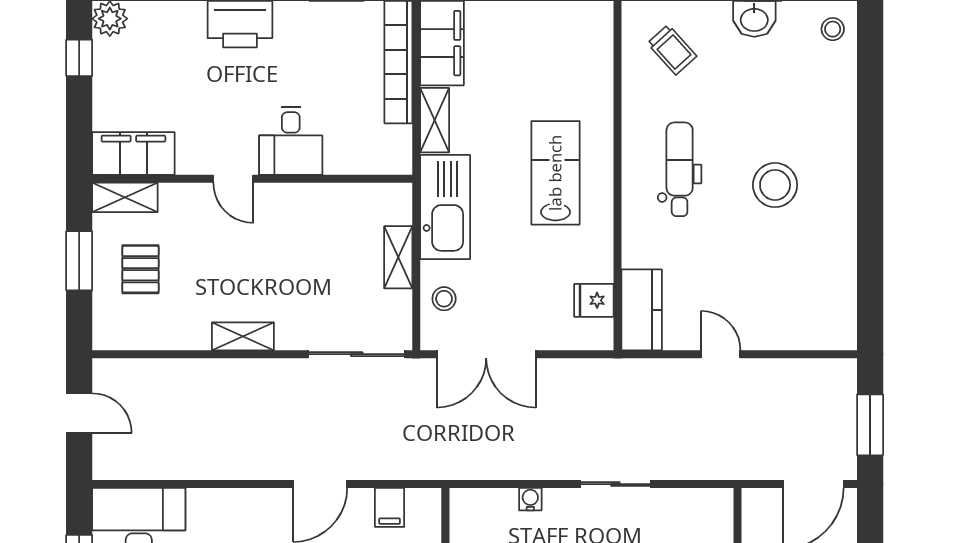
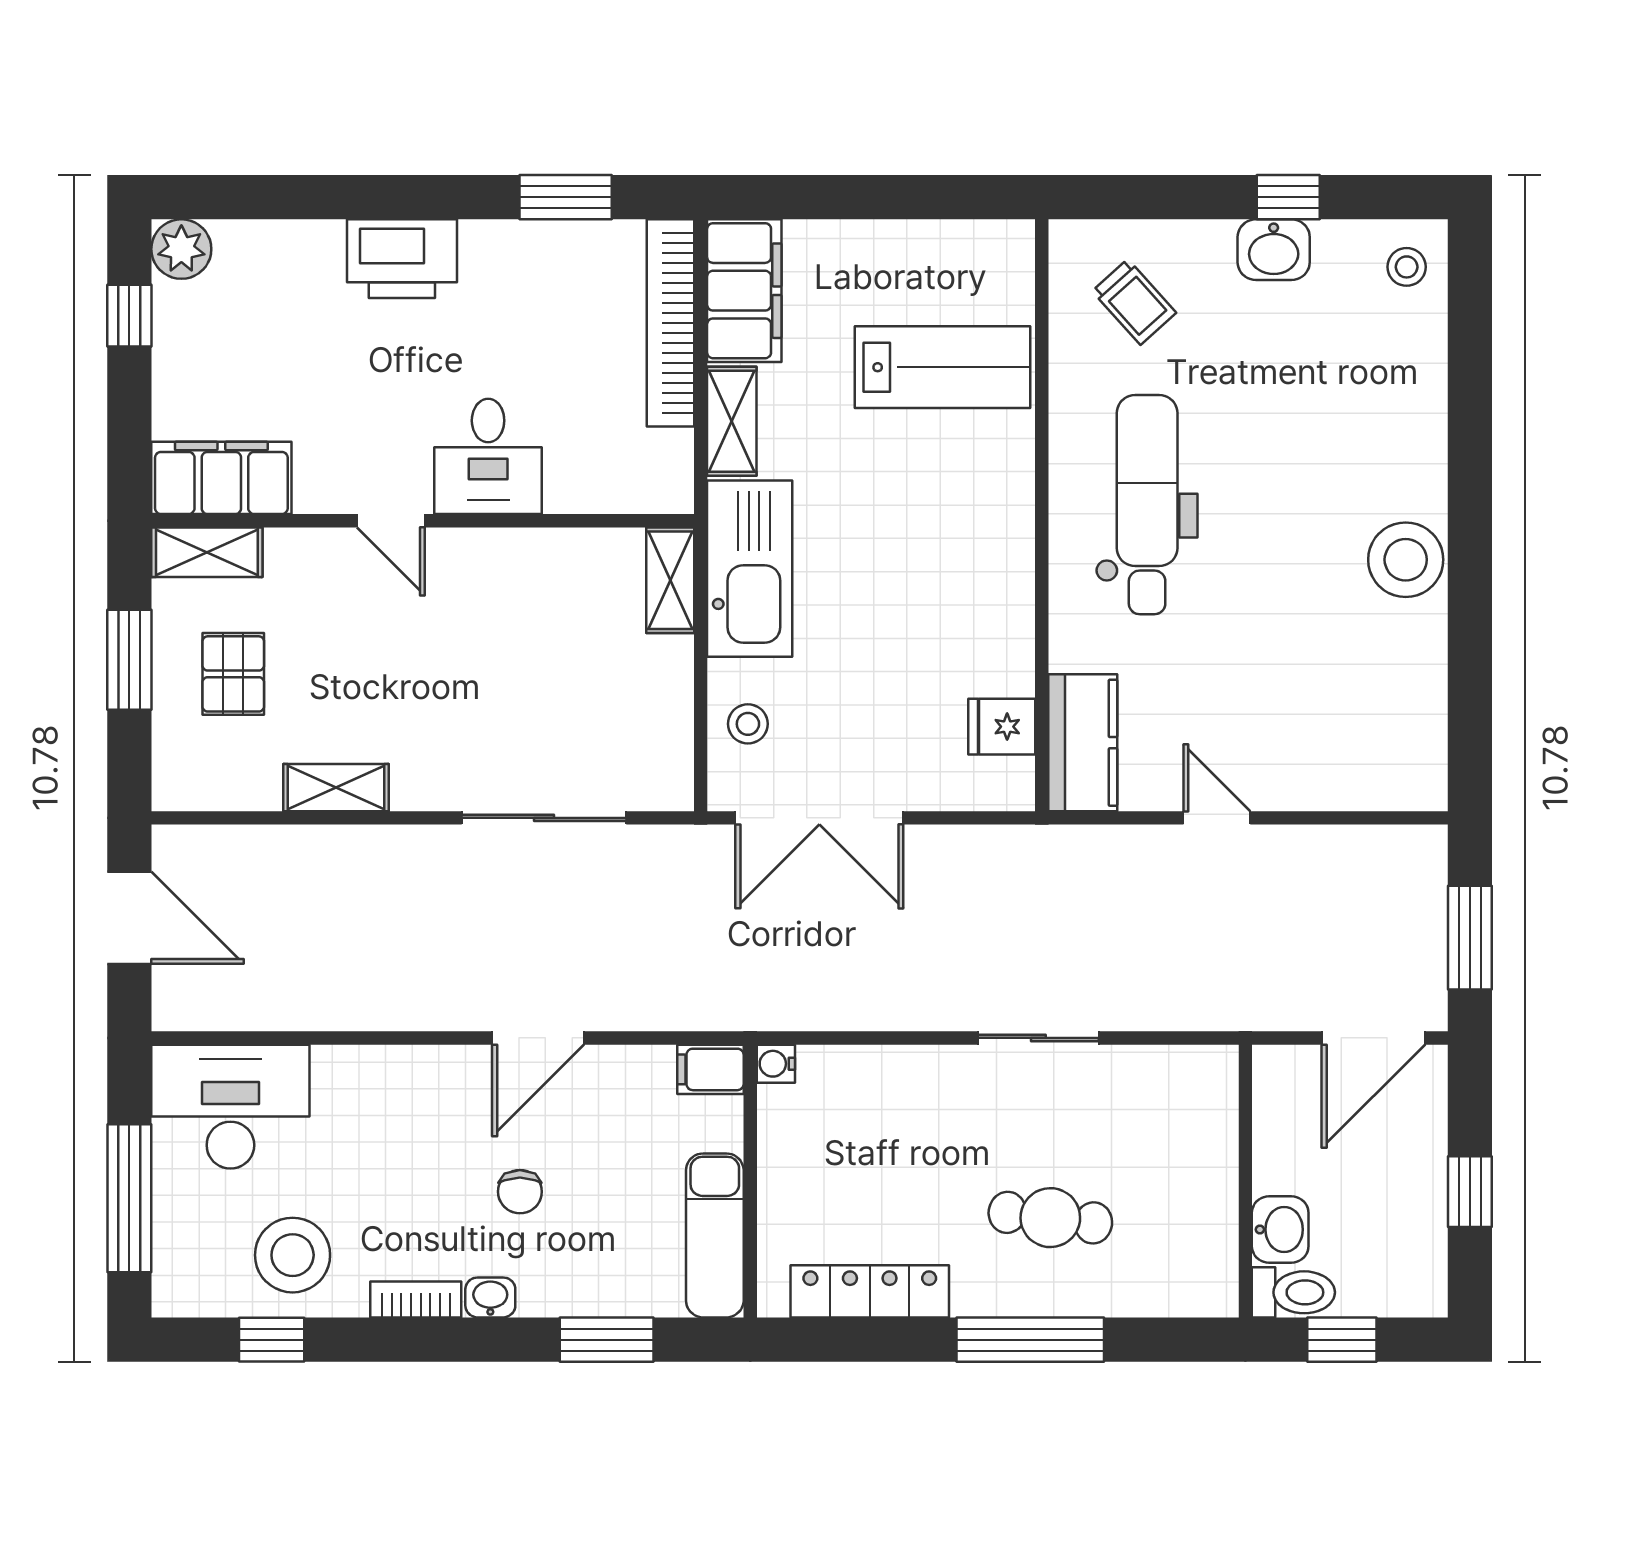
dental chair: (680, 169) -> (1147, 505), width x1.36, depth x1.38
lab bench: (555, 173) -> (943, 367), moved, turned 90
stool: (775, 185) -> (1406, 560), moved
shelving: (398, 257) -> (670, 580), moved
shelving: (243, 336) -> (336, 788), moved
sliding door: (357, 354) -> (544, 818), moved
door: (79, 413) -> (129, 918), width x1.37
water cooler: (530, 499) -> (776, 1064), moved, turned -90
filing cabinet: (390, 507) -> (710, 1069), moved, turned 90

